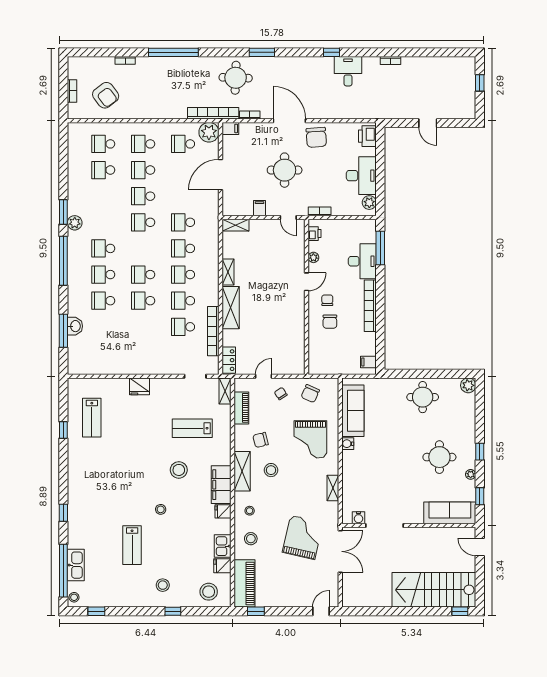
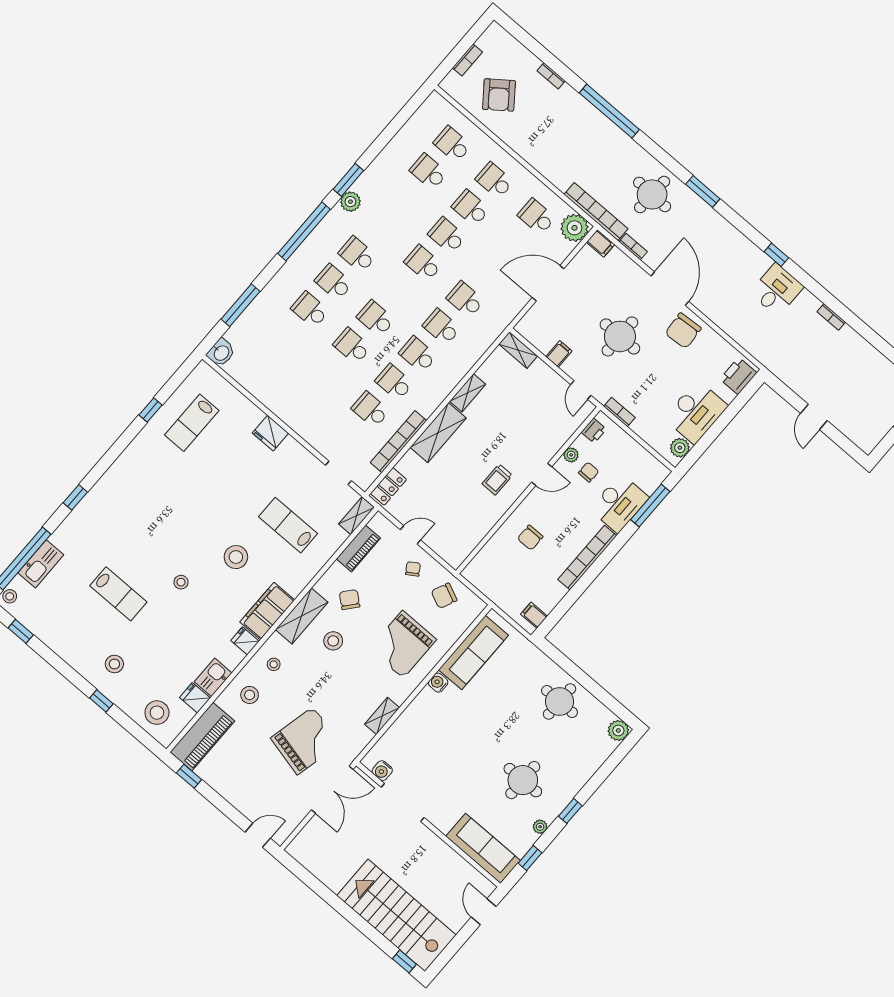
chair: (327, 300) -> (589, 472), moved
trolley: (285, 305) -> (497, 480), added
washbasin: (75, 326) -> (221, 353), moved
chair: (261, 440) -> (350, 600), turned 54
lab bench: (132, 545) -> (118, 594), turned -90

